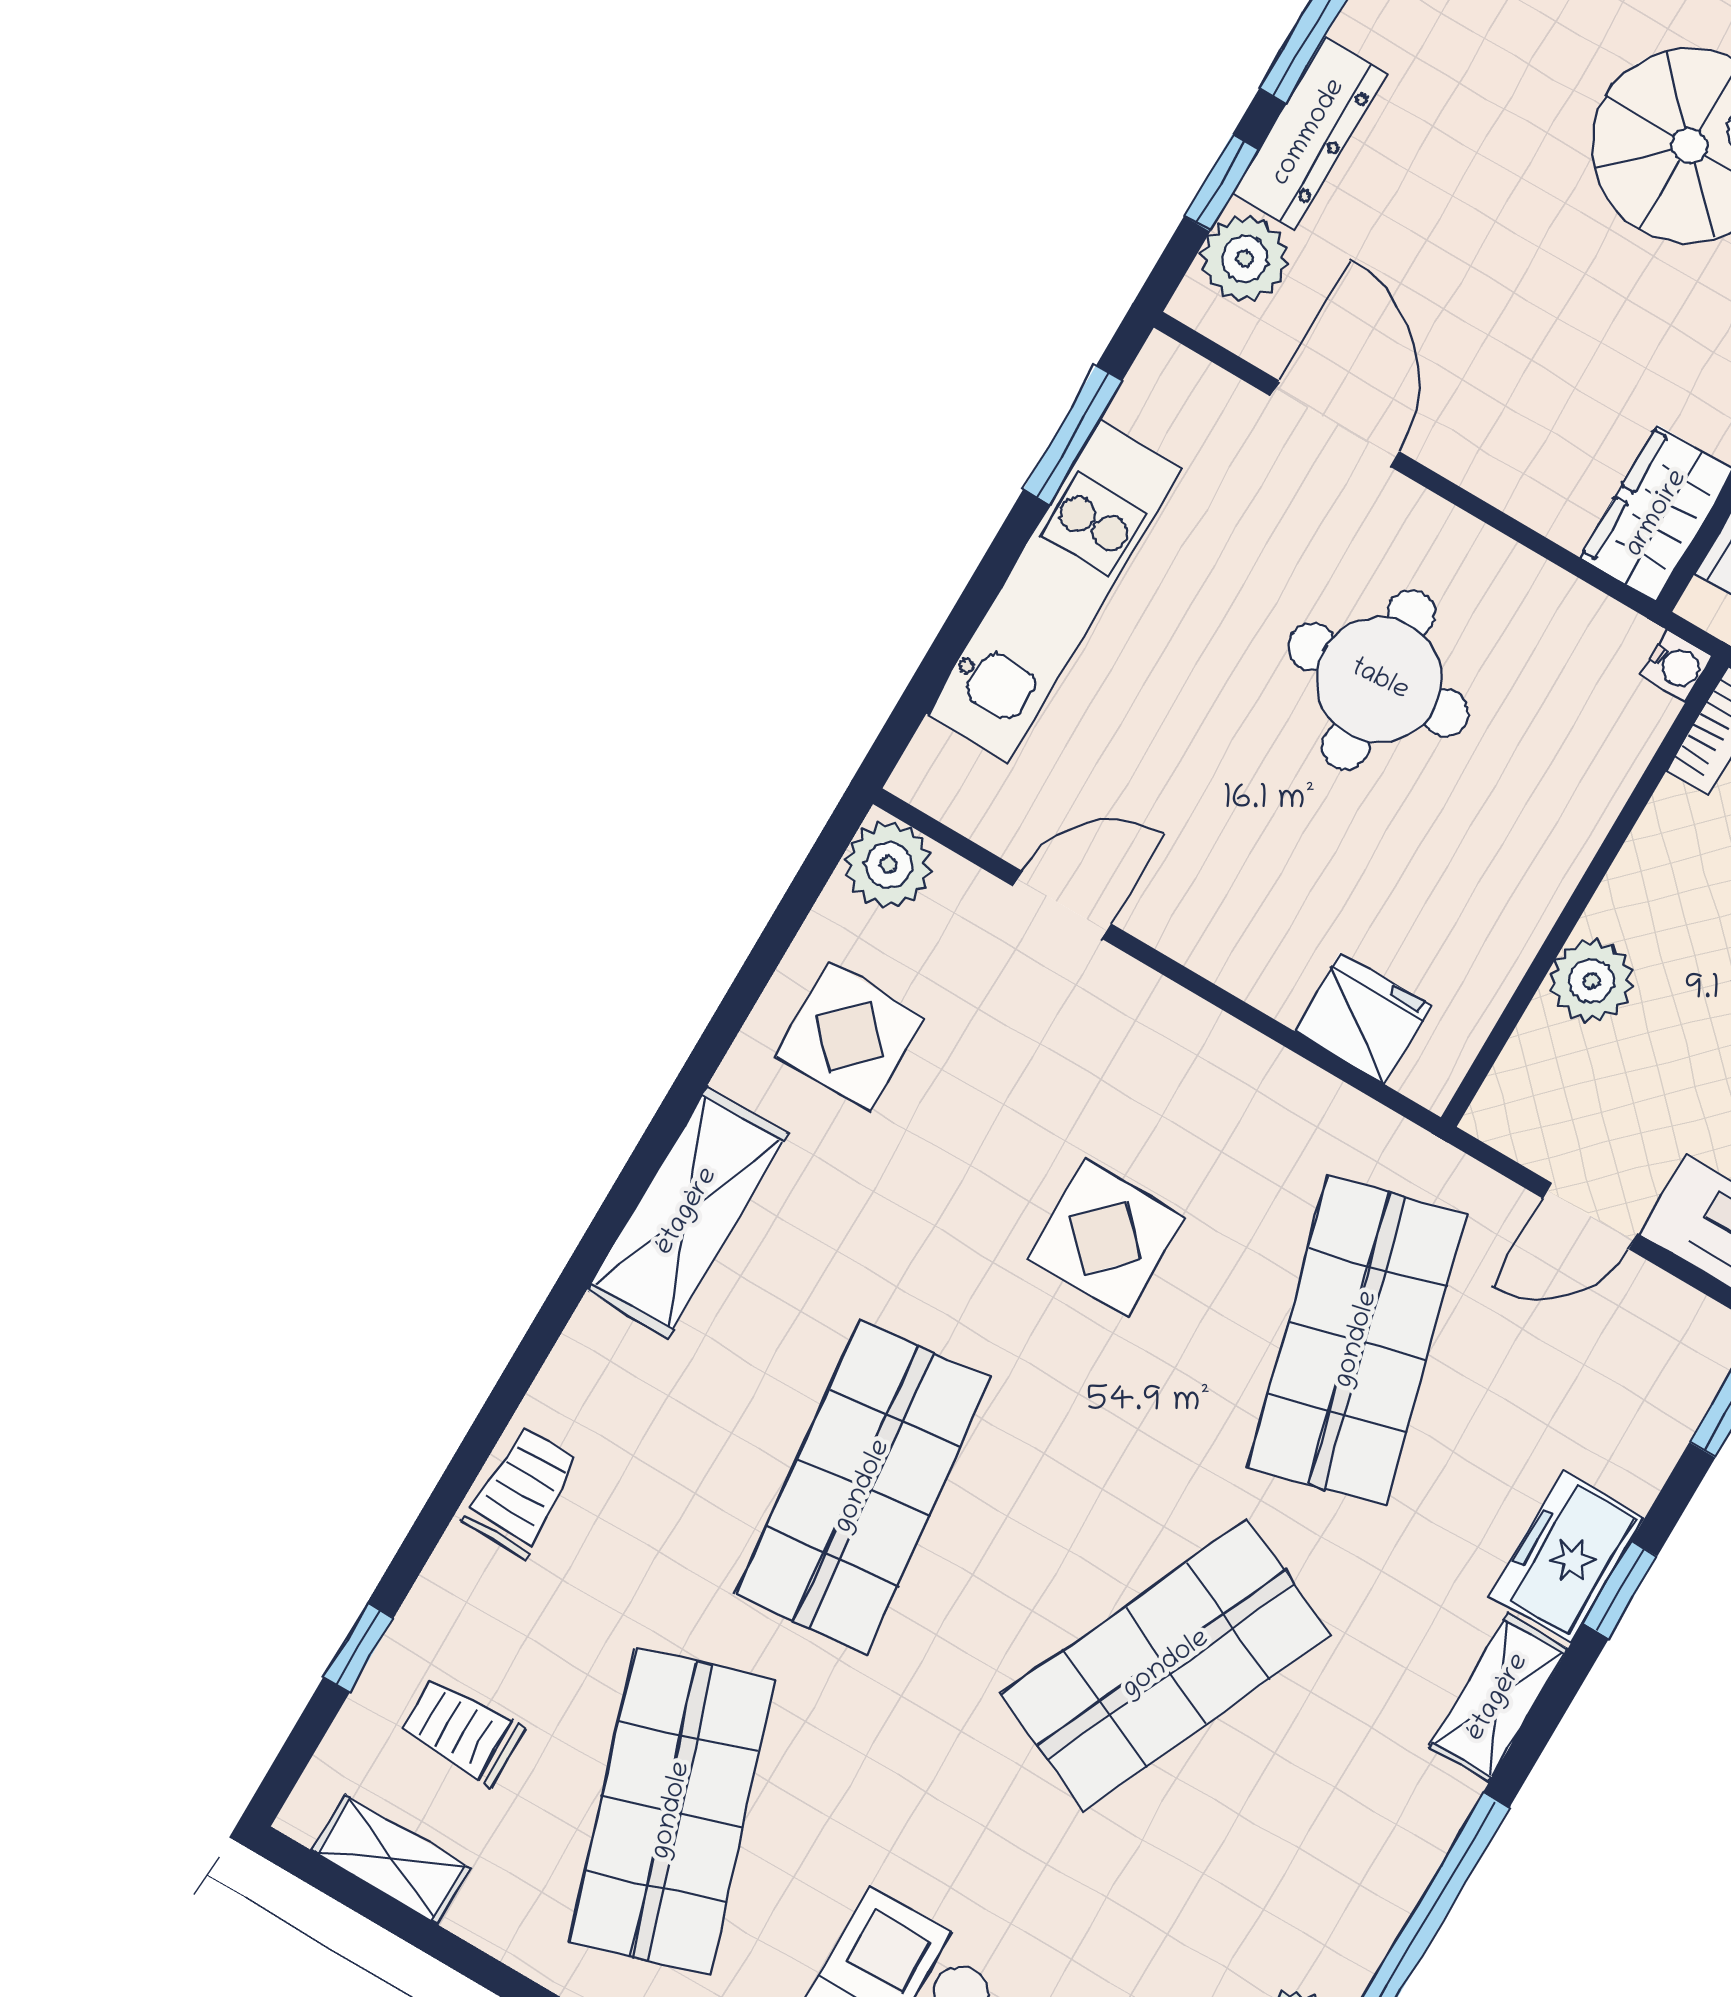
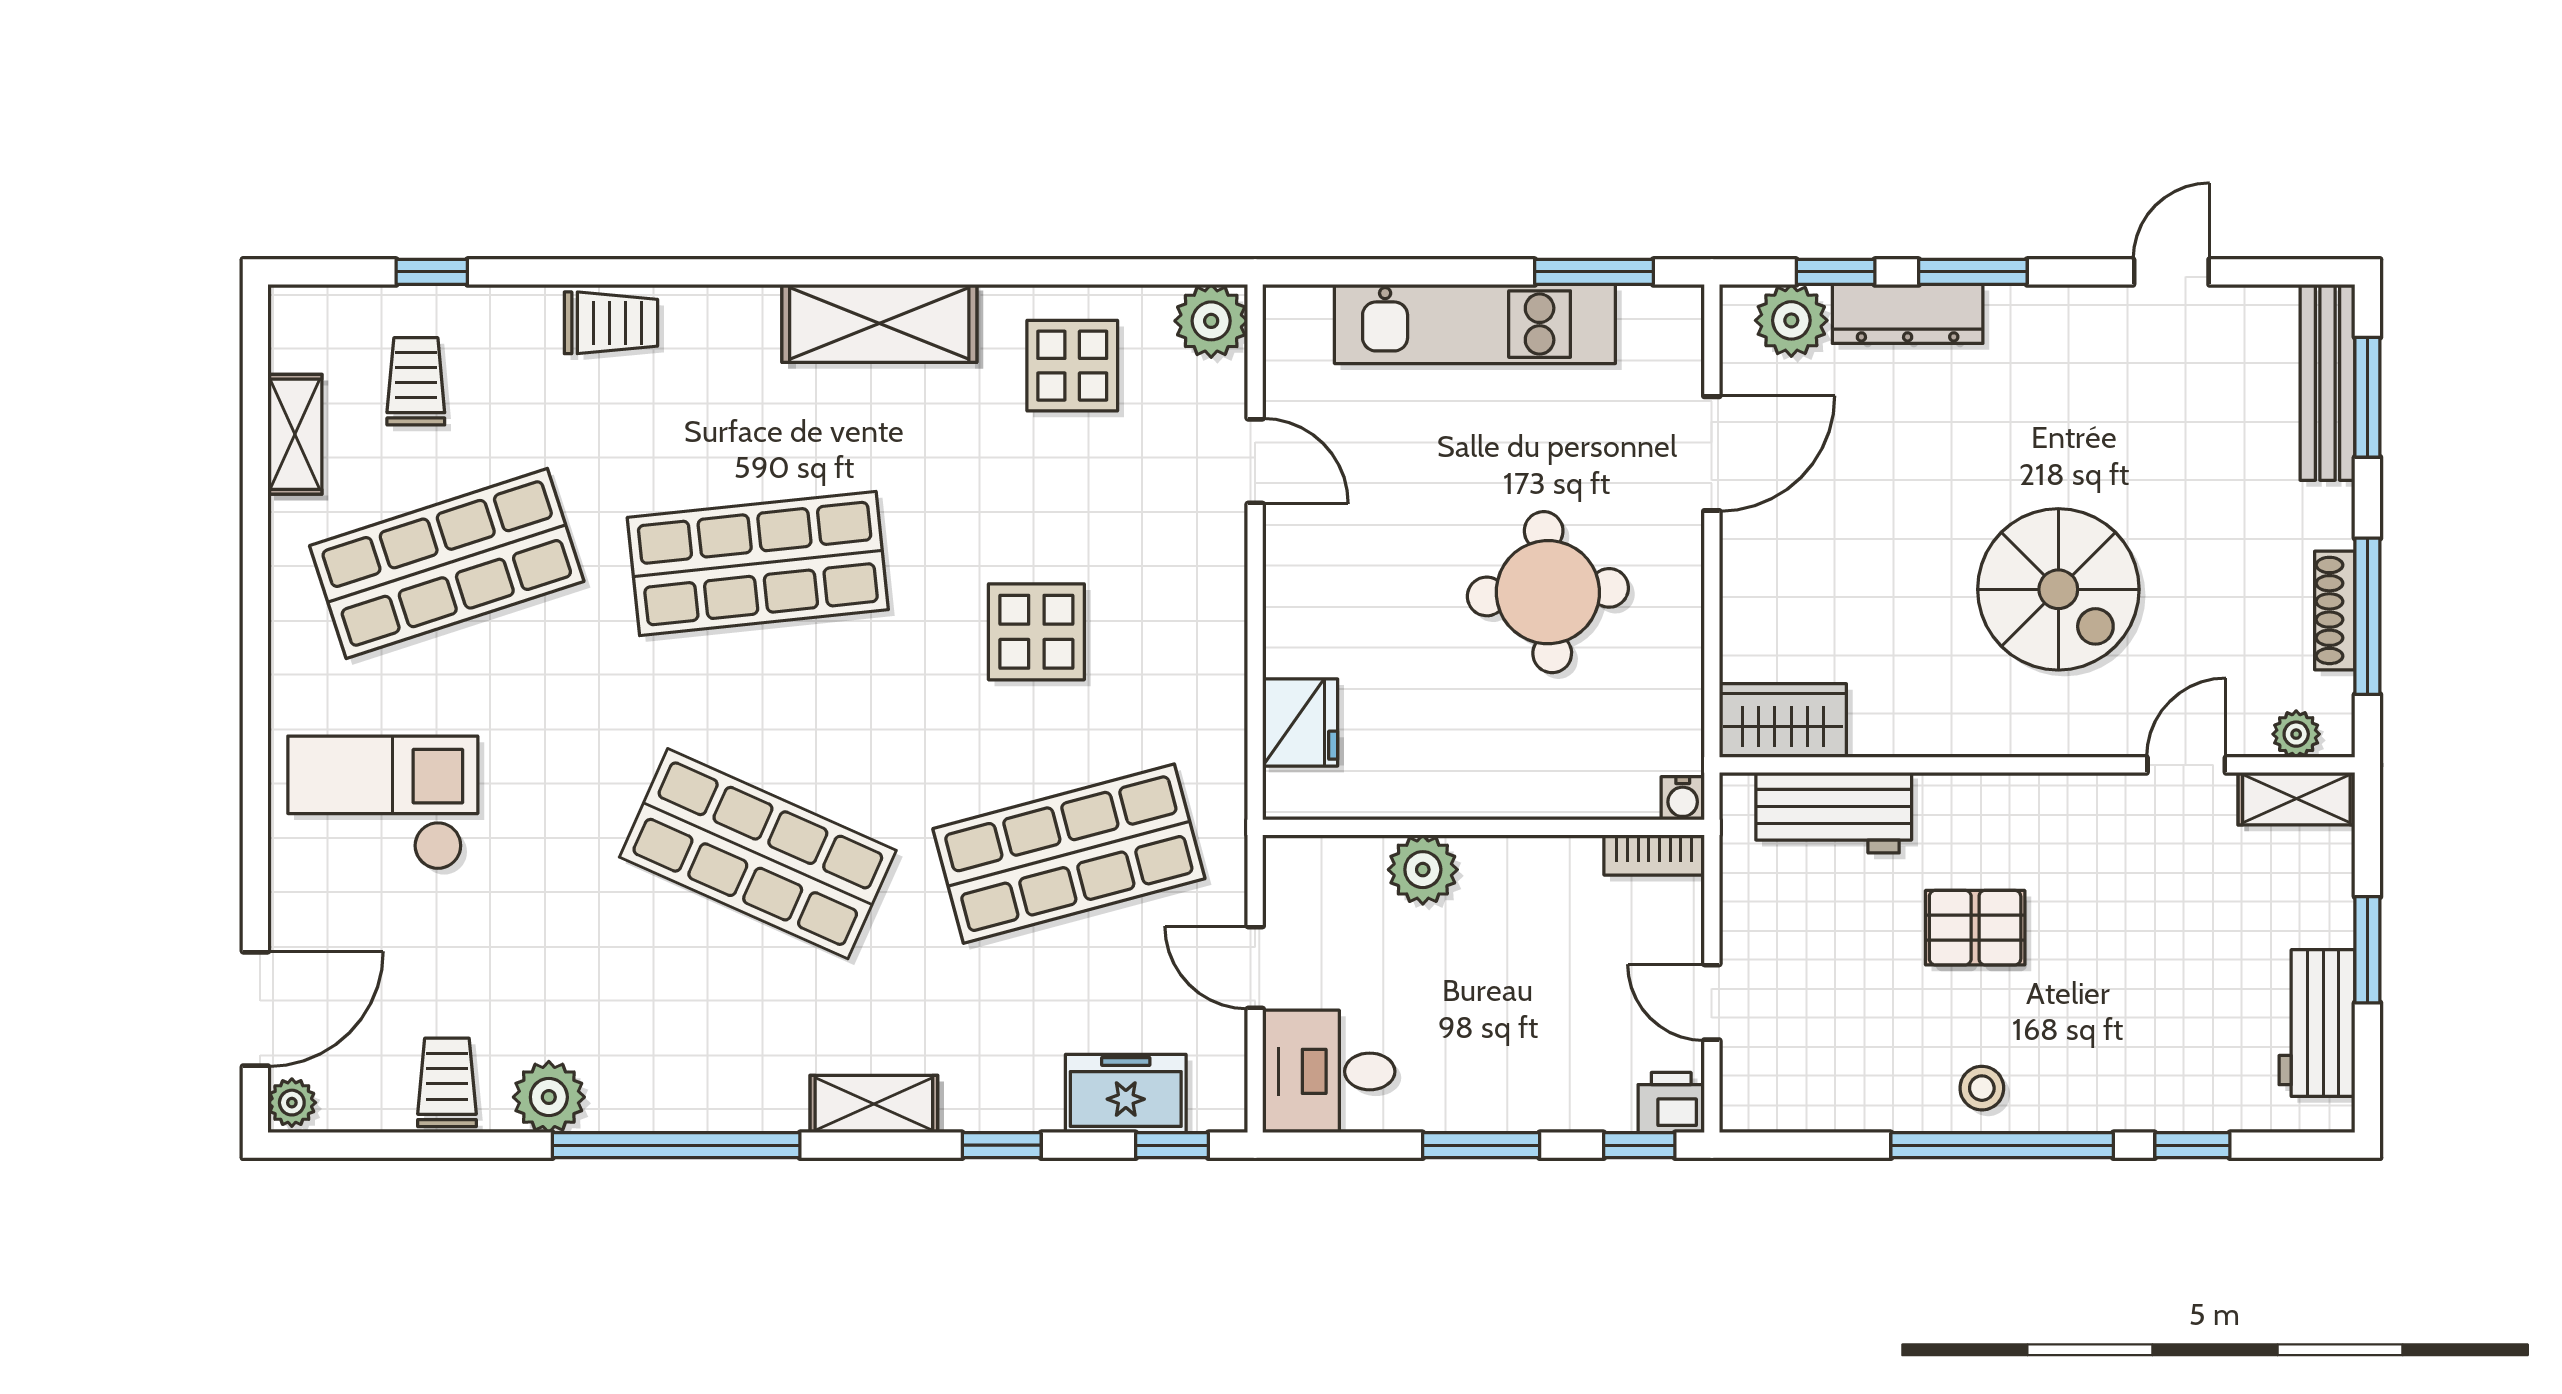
freezer: (1567, 1557) -> (1126, 1094), moved
shelving: (391, 1859) -> (295, 434), moved

